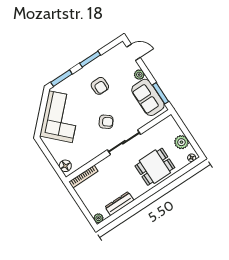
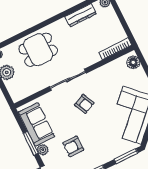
armchair: (100, 86) -> (73, 146), moved, turned -90
window: (160, 93) -> (31, 143), moved
armchair: (106, 122) -> (84, 104), turned -152

